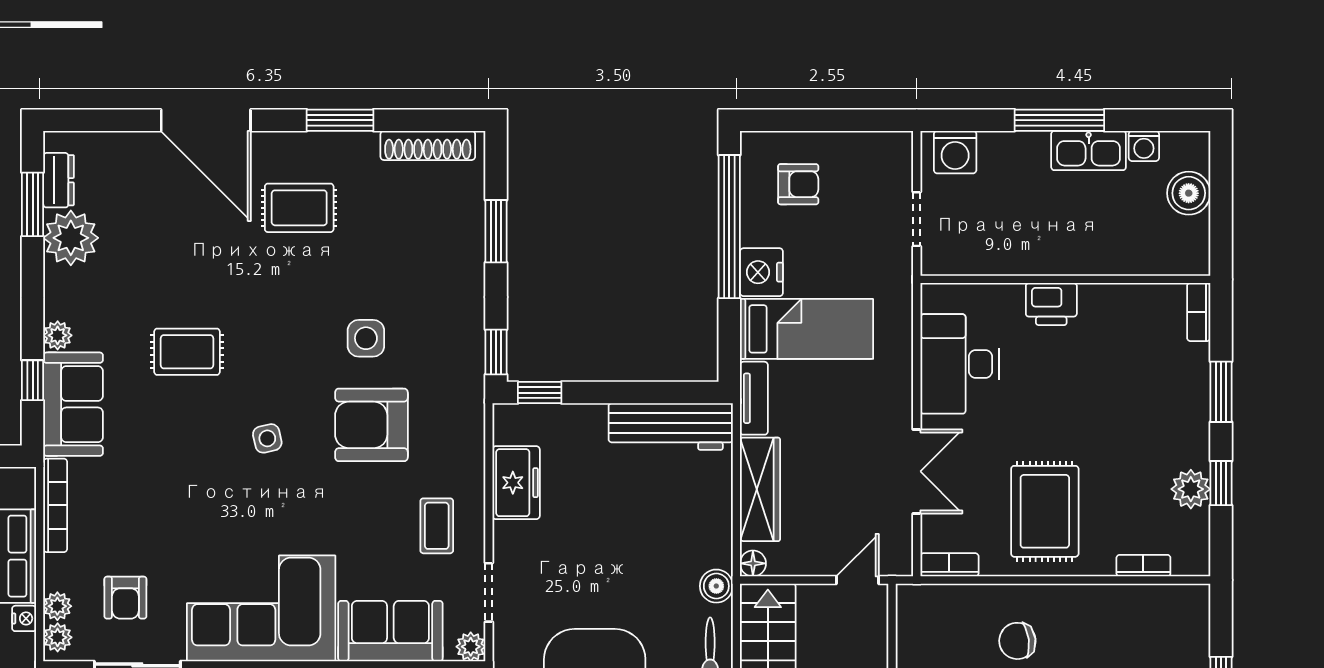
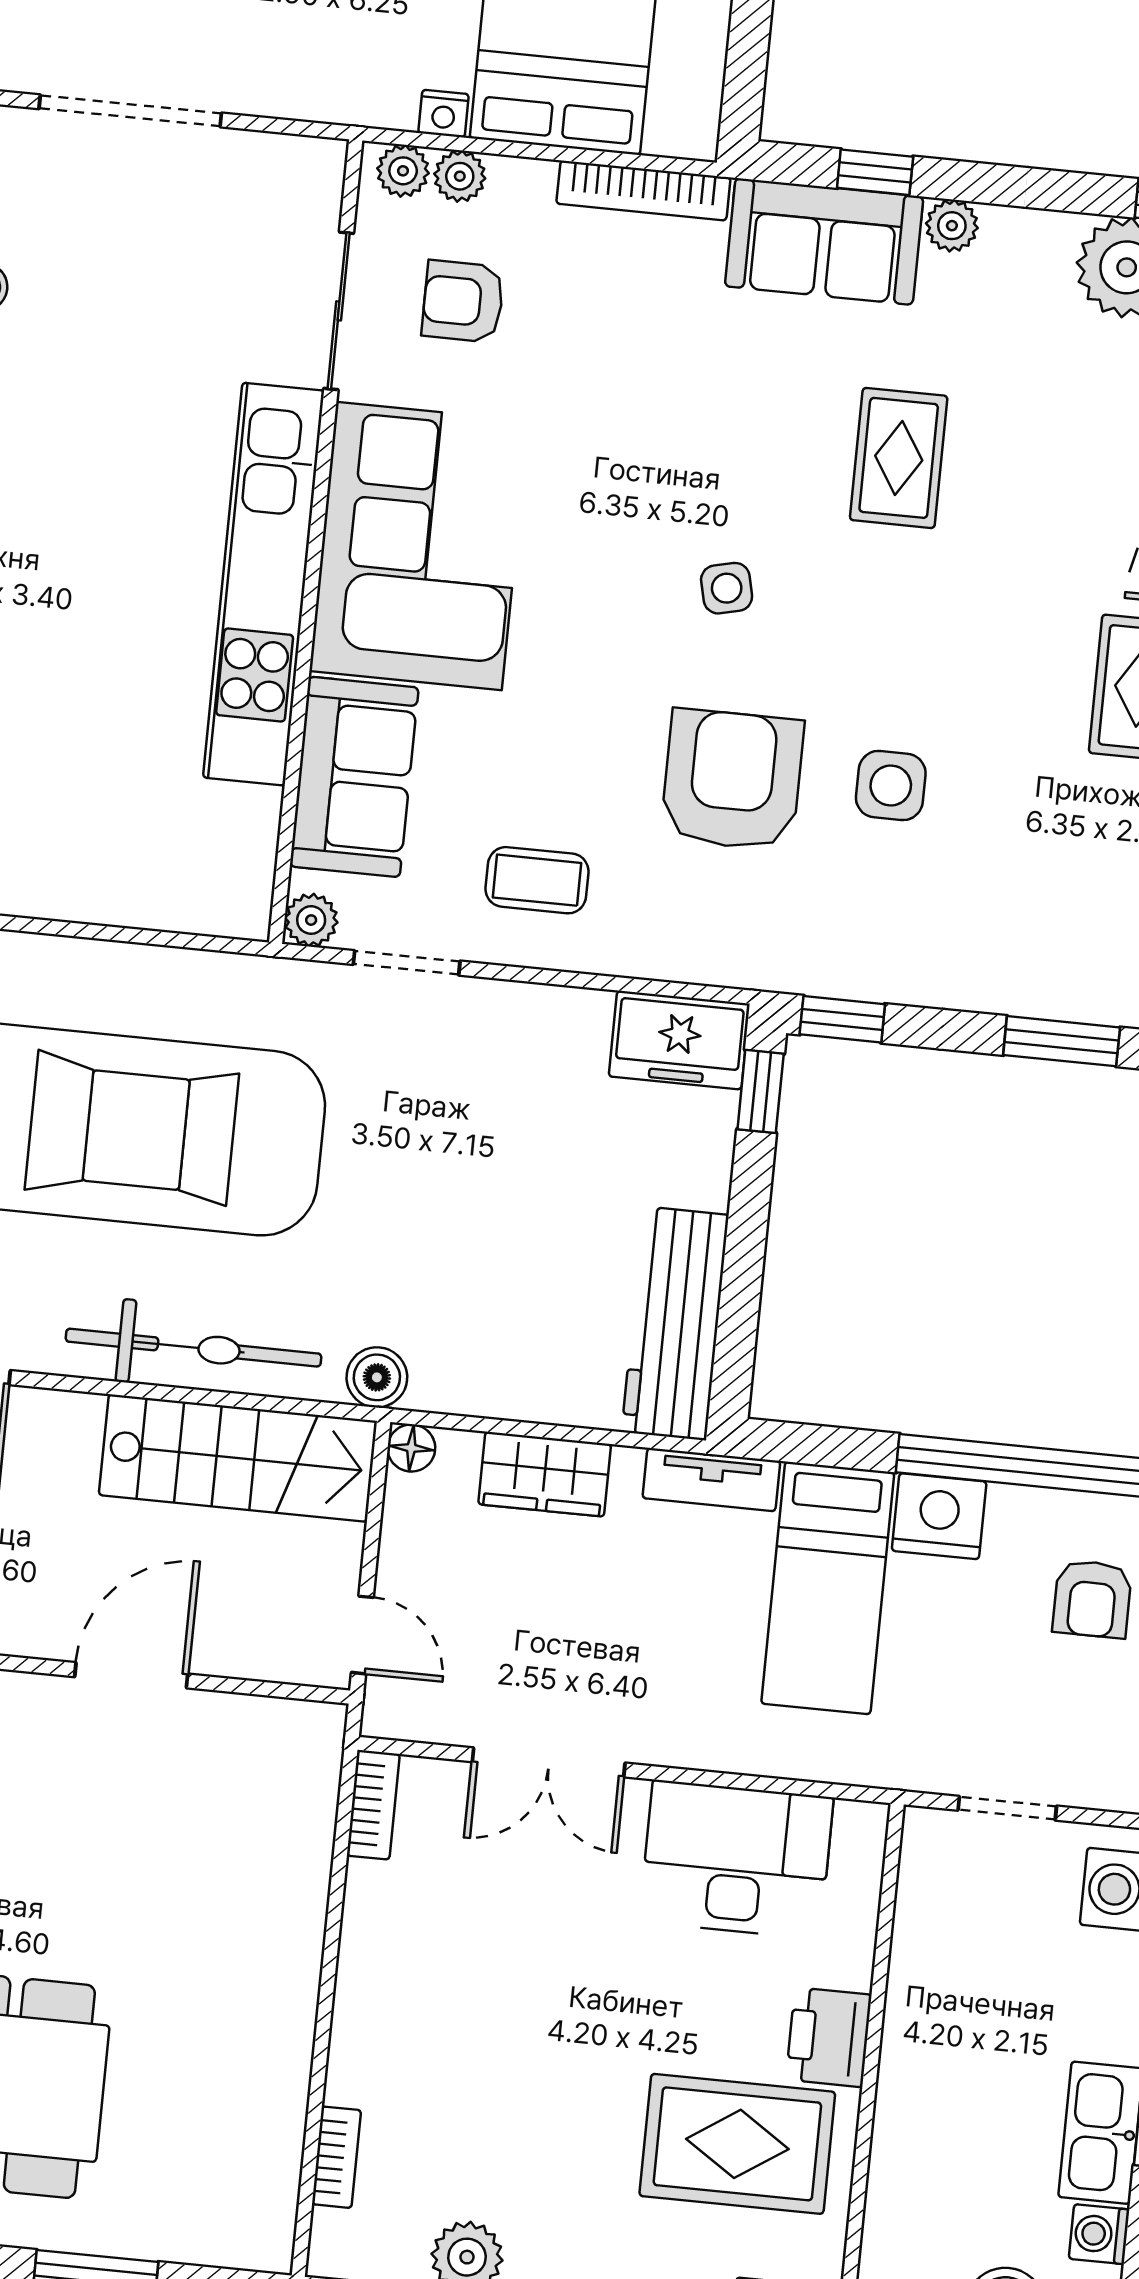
freezer: (516, 483) -> (679, 1040), moved
wardrobe: (760, 489) -> (545, 1474), width x0.67
rug: (1045, 511) -> (737, 2144), moved
chair: (1017, 641) -> (223, 1914), removed

